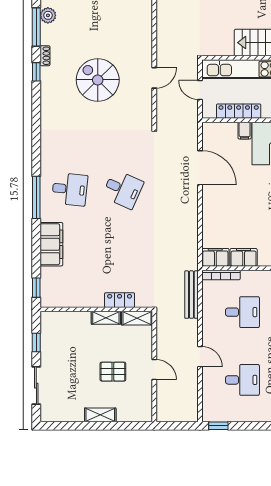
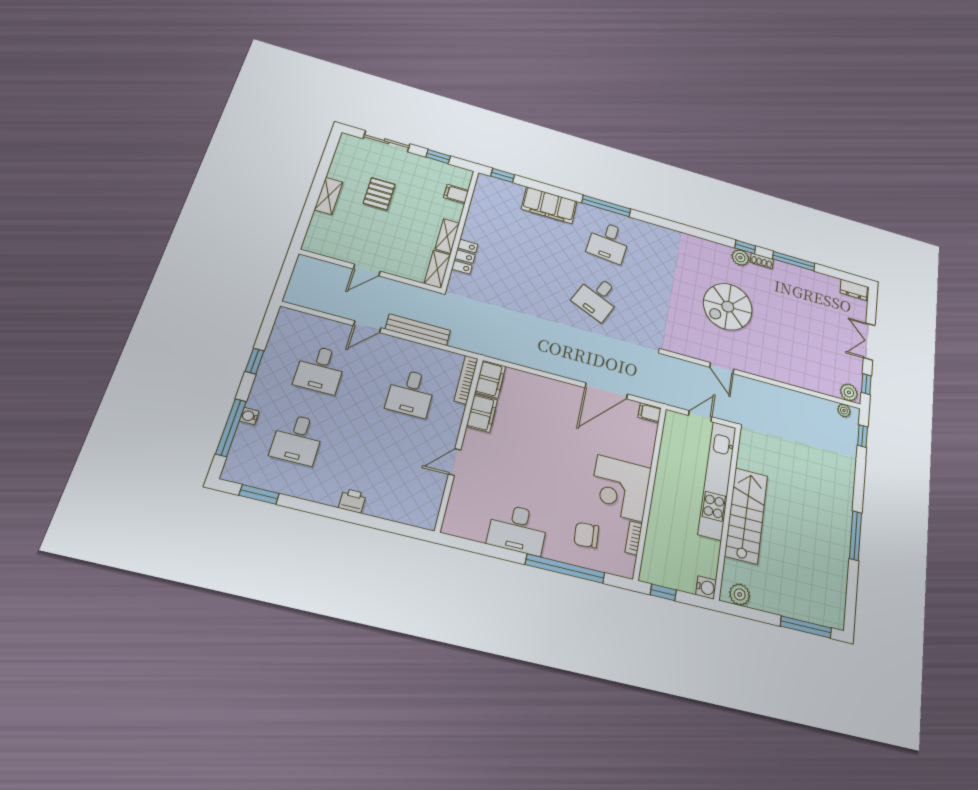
plant: (48, 15) -> (740, 258), moved
spiral stairs: (98, 80) -> (728, 307), turned 180
locker: (239, 111) -> (668, 455), removed
filing cabinet: (245, 131) -> (650, 413), moved
bench: (191, 295) -> (418, 330), moved
filing cabinet: (66, 320) -> (456, 194), added
pallet: (113, 372) -> (379, 194), moved
window: (218, 426) -> (255, 361), moved

